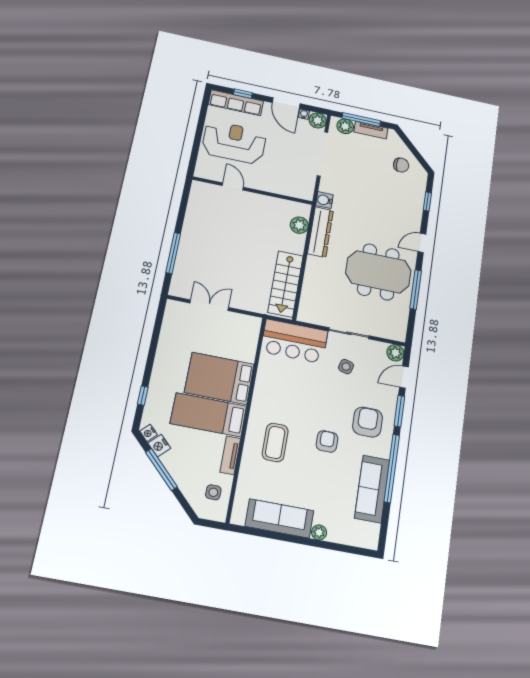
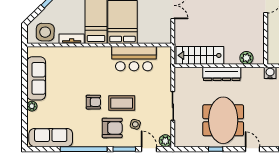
dresser: (320, 232) -> (222, 74), moved
window: (416, 290) -> (216, 149), width x0.46
bar counter: (294, 341) -> (134, 59), moved, turned -90
side table: (346, 367) -> (135, 124), moved
coffee table: (275, 442) -> (122, 103), moved
sofa: (372, 489) -> (51, 138), moved
side table: (213, 492) -> (45, 32), width x1.87, depth x1.87

